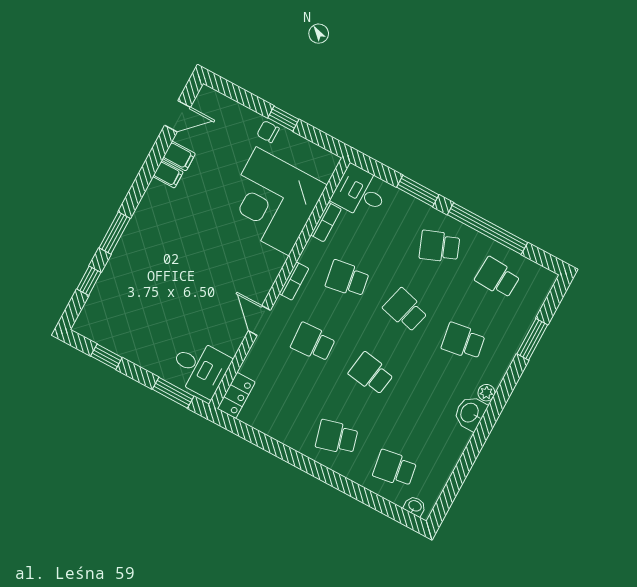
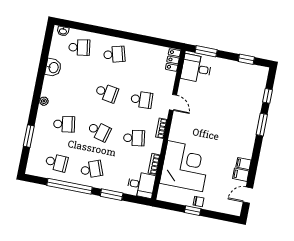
washbasin: (470, 413) -> (53, 68), moved

